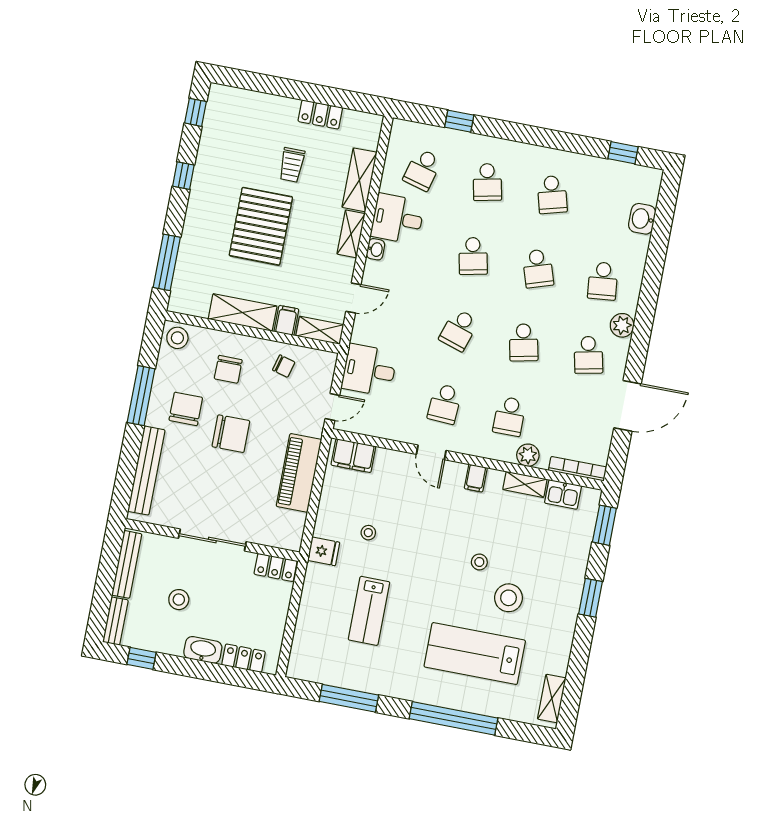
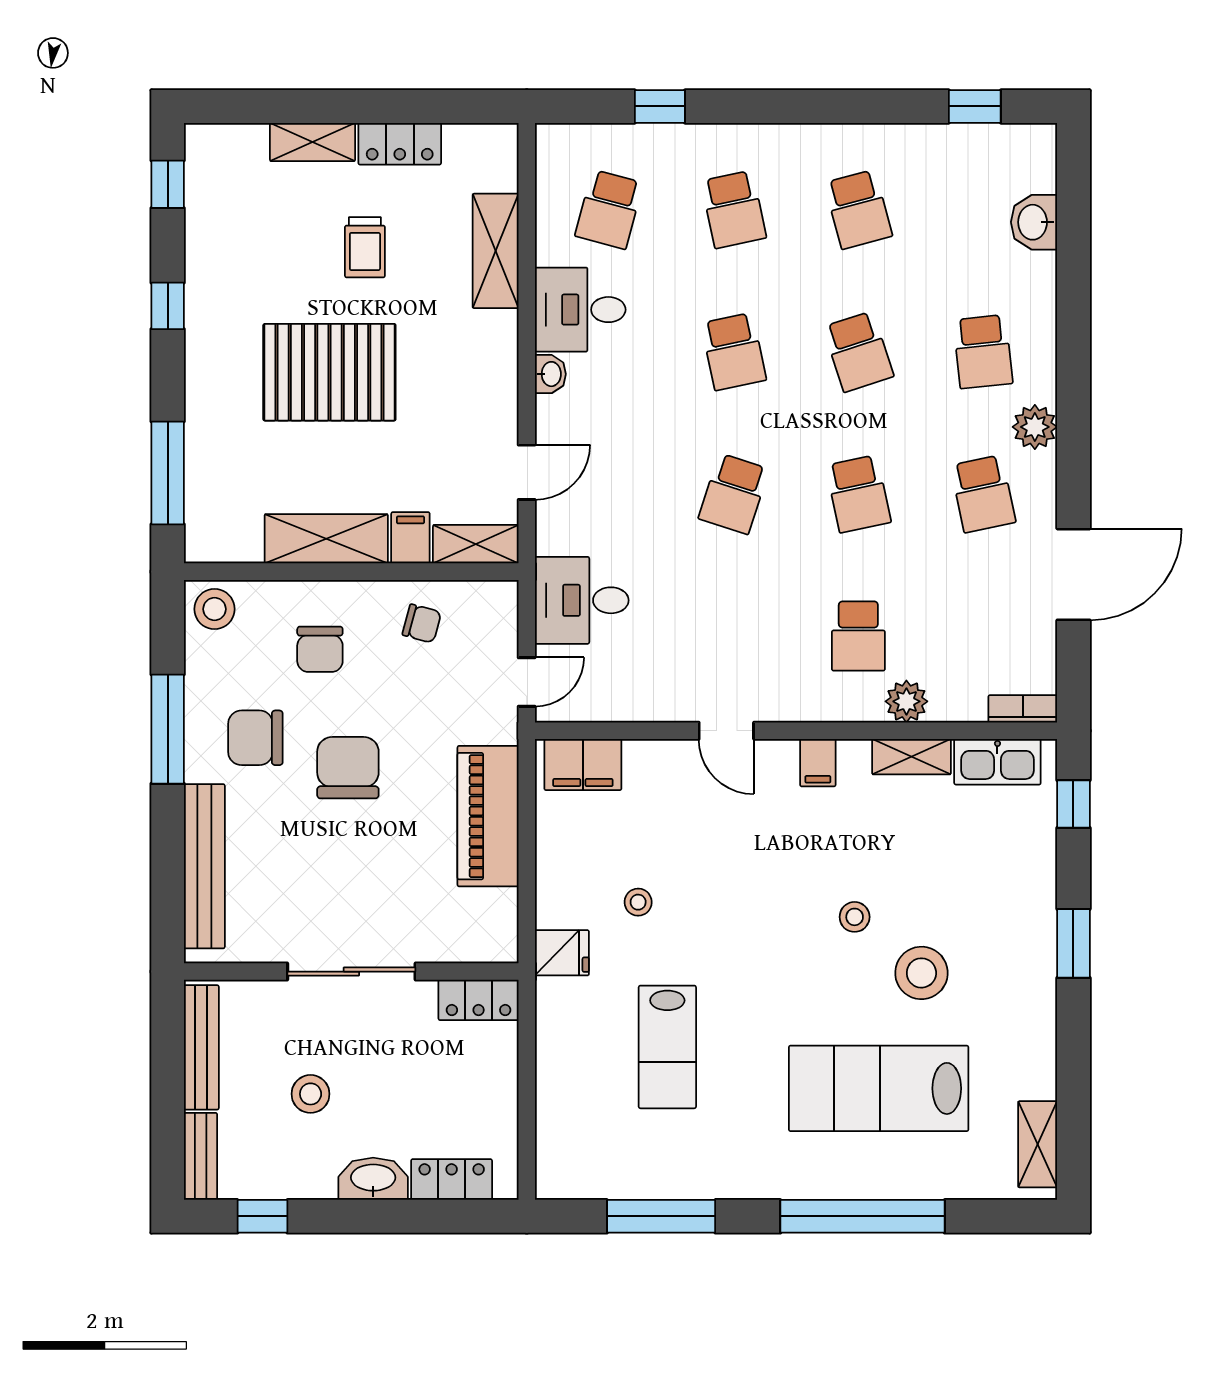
pallet: (261, 226) -> (329, 372), turned 90
shelving: (351, 234) -> (313, 142), moved, turned 90
school desk: (445, 404) -> (734, 636), removed
chair: (186, 409) -> (255, 738), turned -90
chair: (231, 434) -> (348, 768), turned -90
bookcase: (578, 469) -> (1023, 709), width x0.64
kitchen sink: (563, 494) -> (997, 762), width x1.38
window: (604, 525) -> (1073, 804), width x0.67

